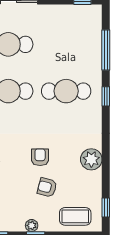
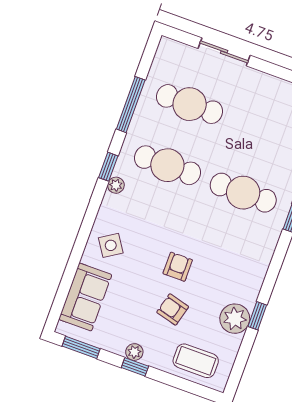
plant: (91, 159) -> (235, 319), moved
window: (106, 207) -> (257, 316), moved

